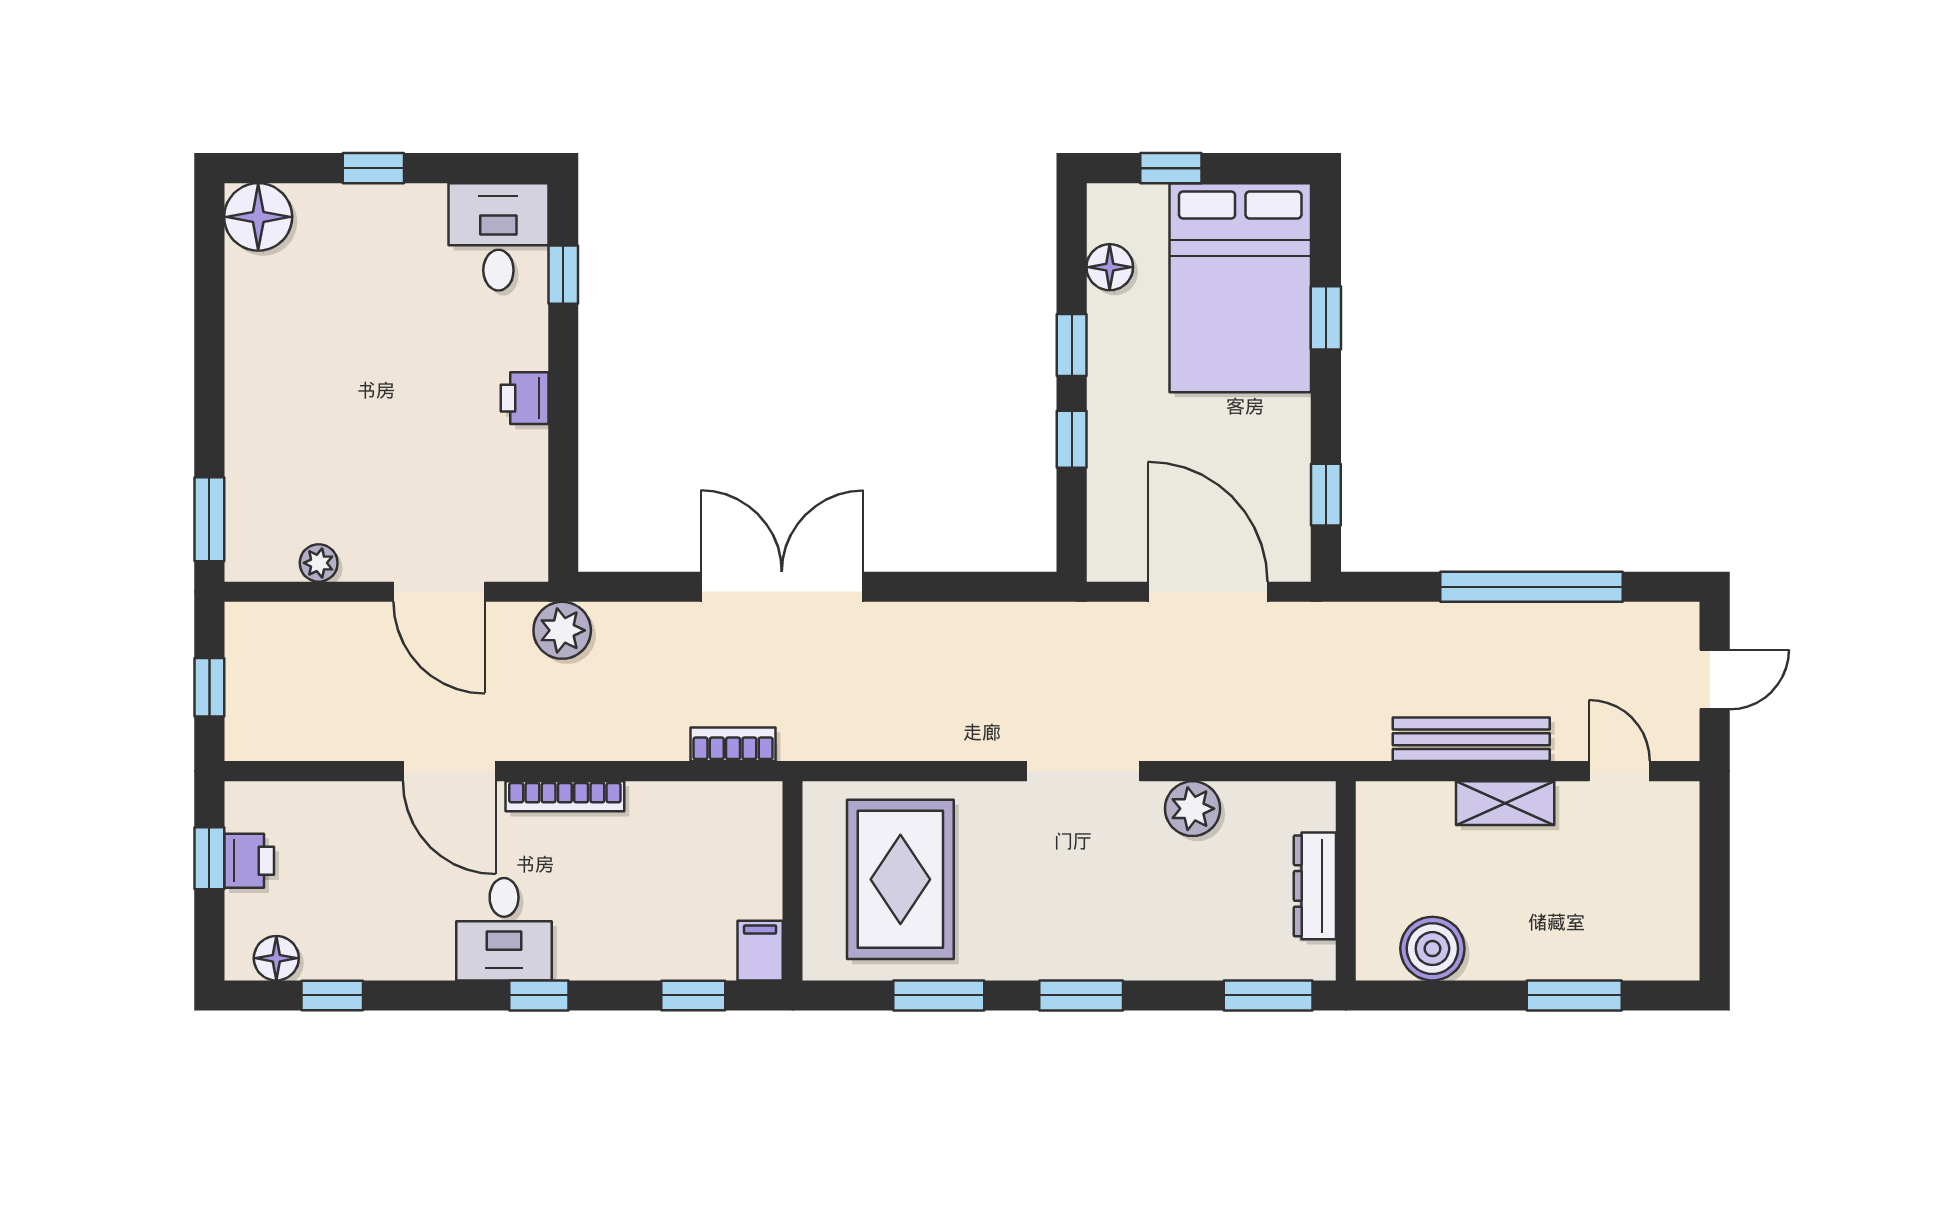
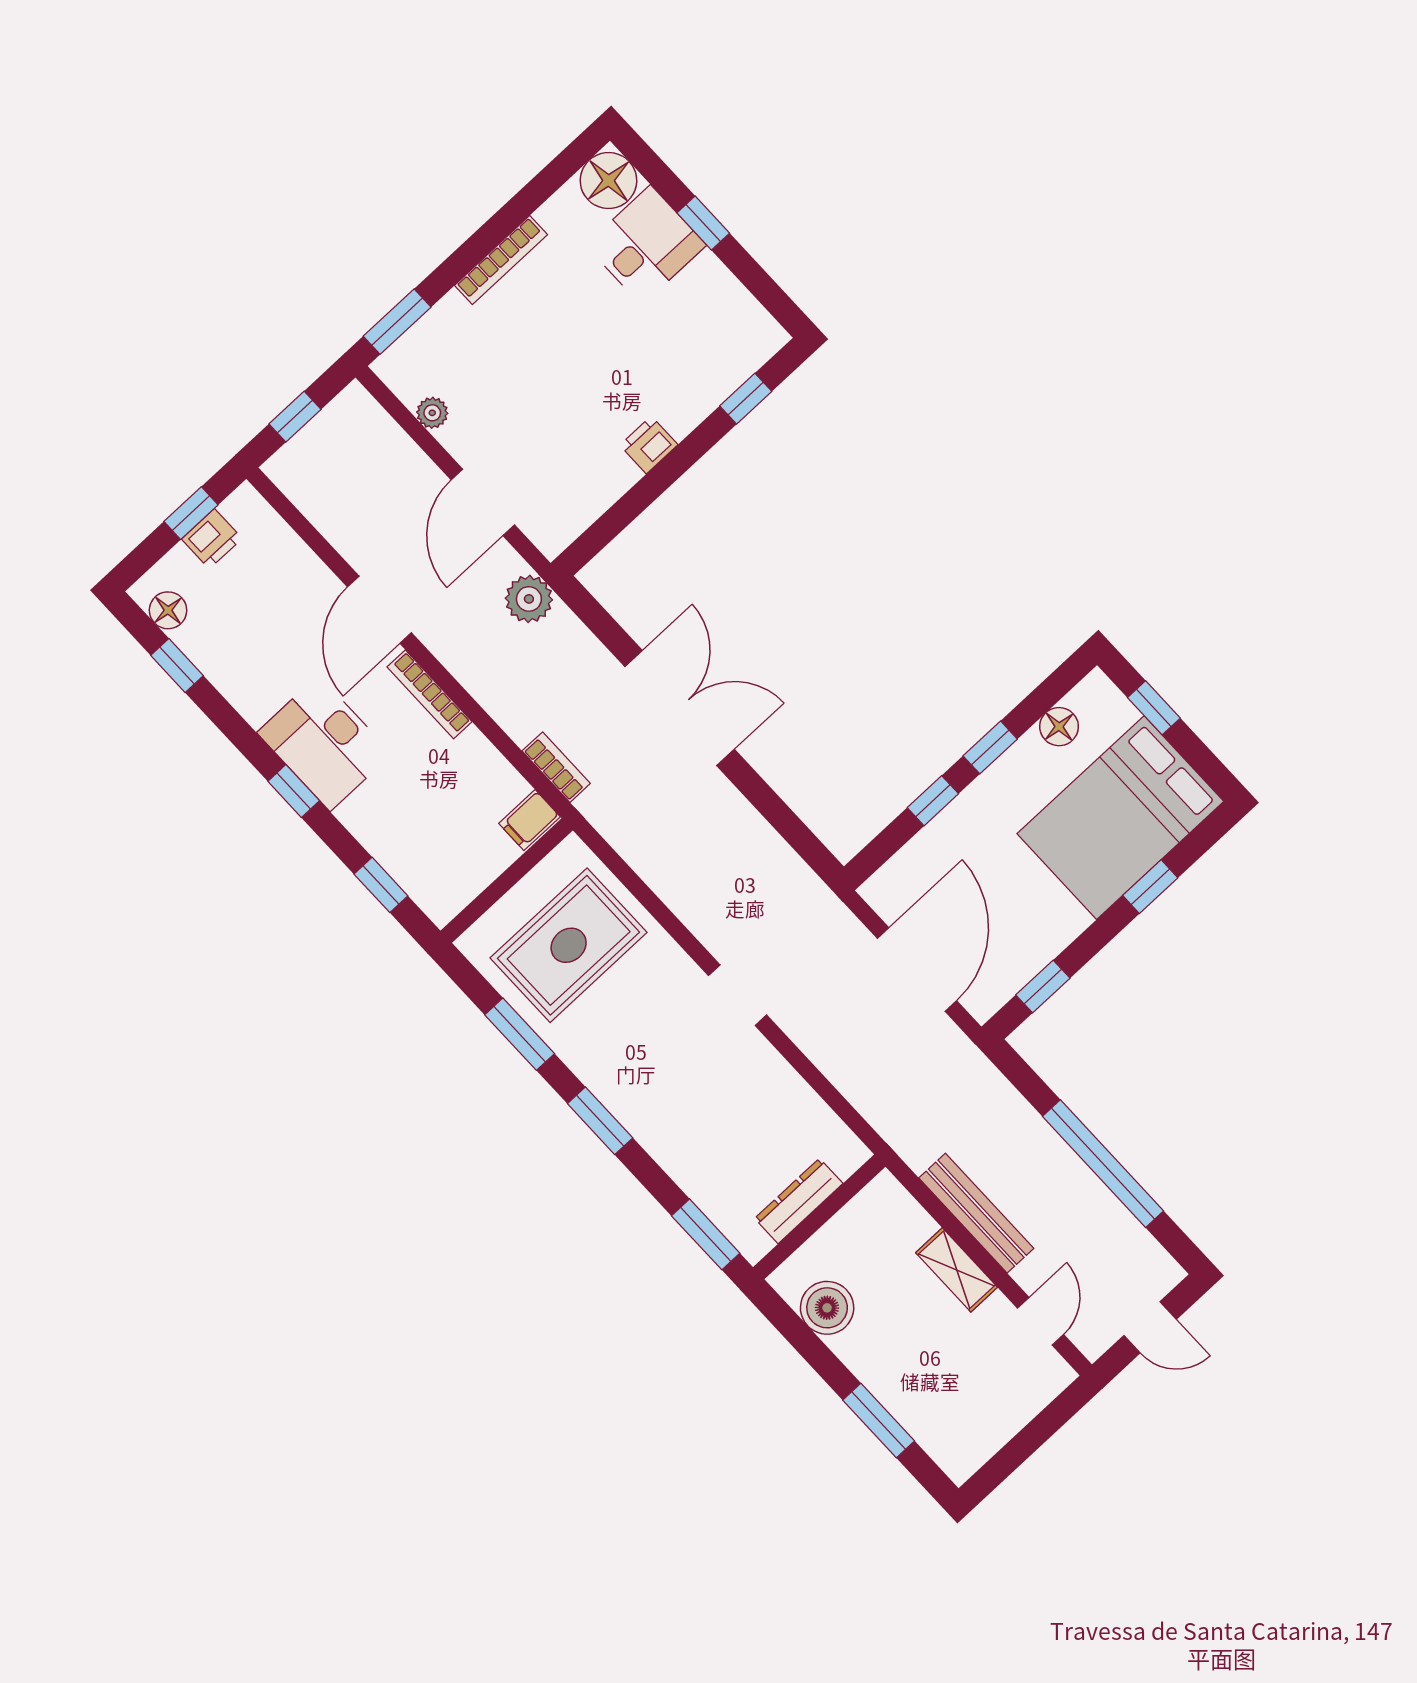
desk: (498, 237) -> (646, 245), moved
bookcase: (240, 377) -> (501, 260), added
doorway: (1083, 771) -> (738, 995), width x0.73
plant: (1193, 809) -> (777, 1083), removed
desk: (504, 929) -> (324, 743), width x1.37
filing cabinet: (760, 951) -> (530, 820), moved, turned 180

